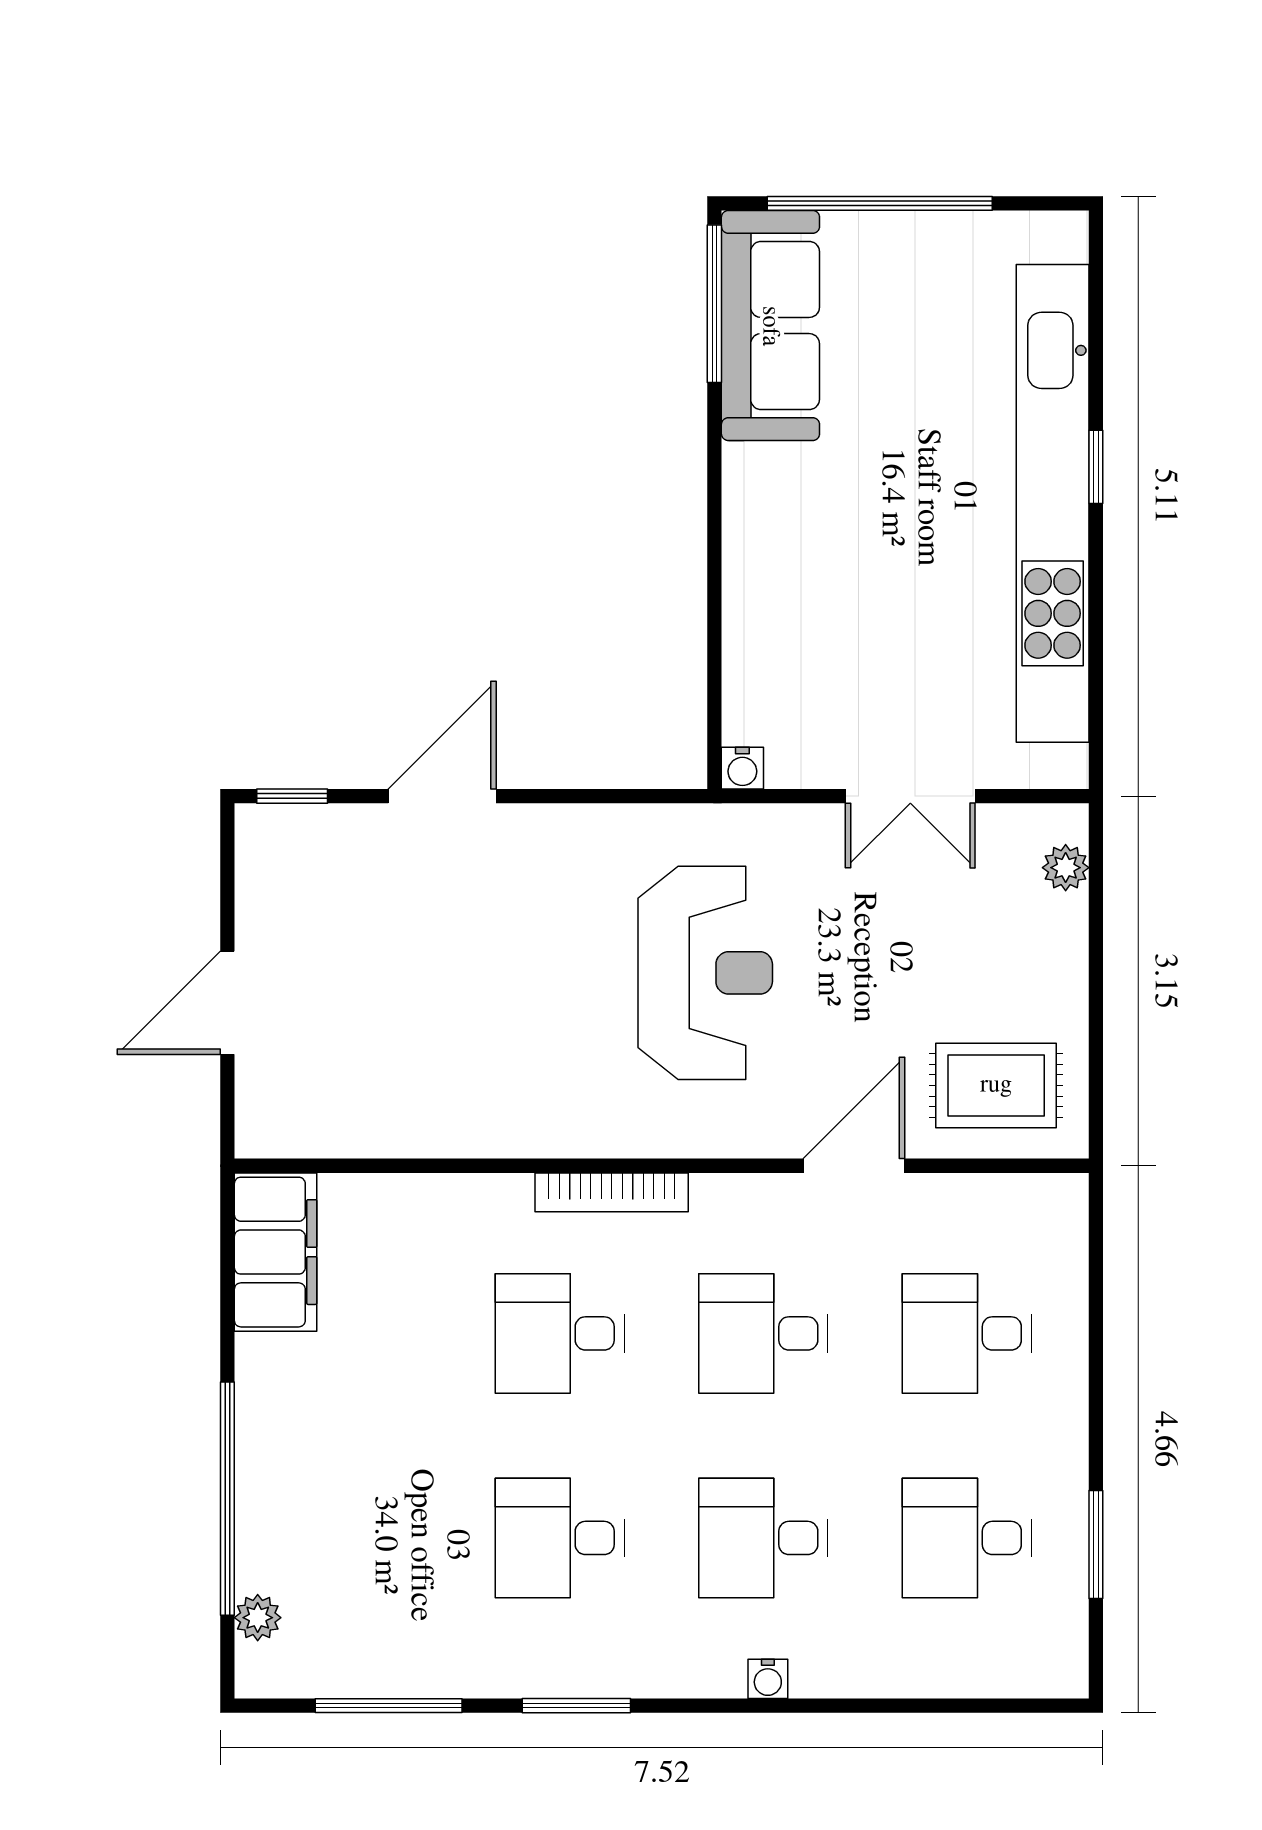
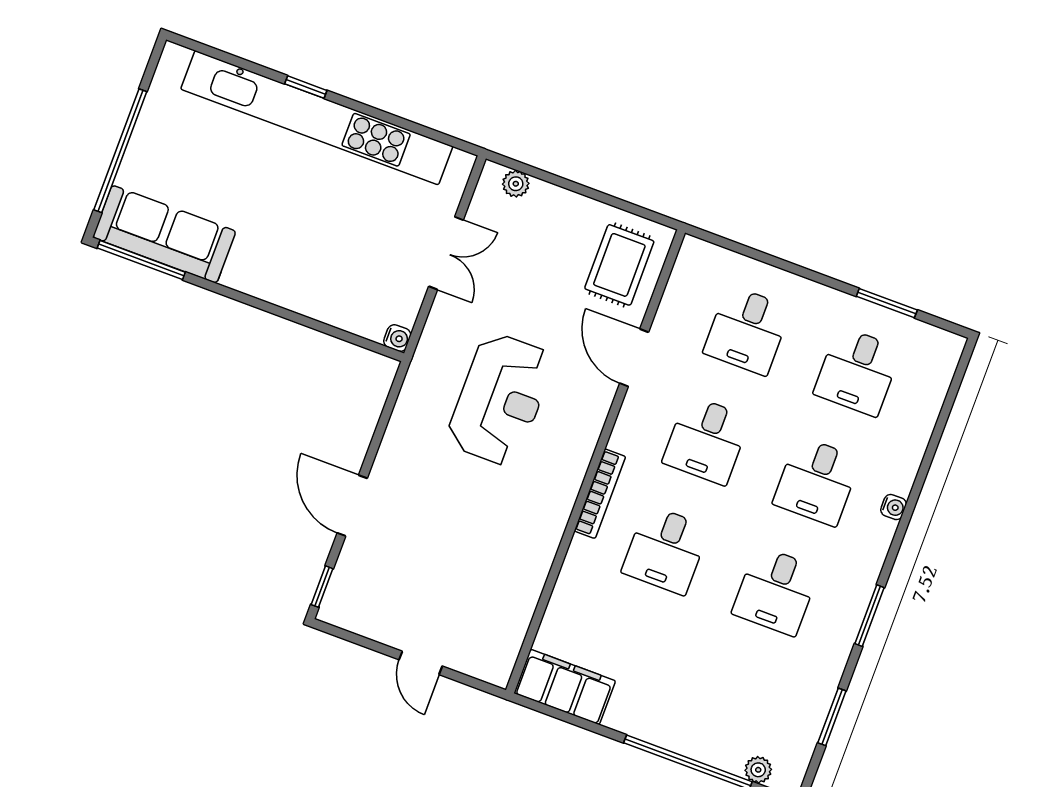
reception desk: (705, 973) -> (500, 399), turned 90
door: (227, 1003) -> (421, 663), width x0.73
window: (389, 1706) -> (832, 717), width x0.69

